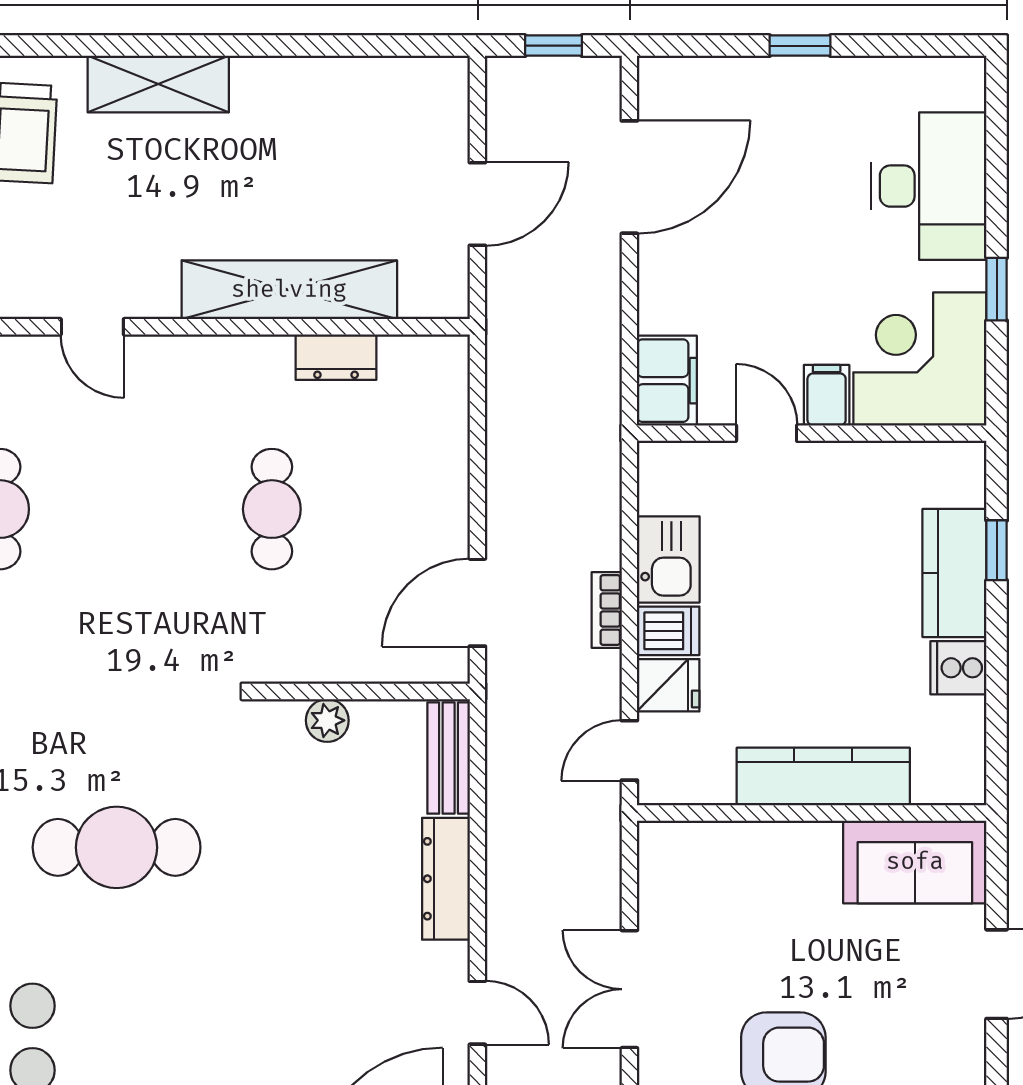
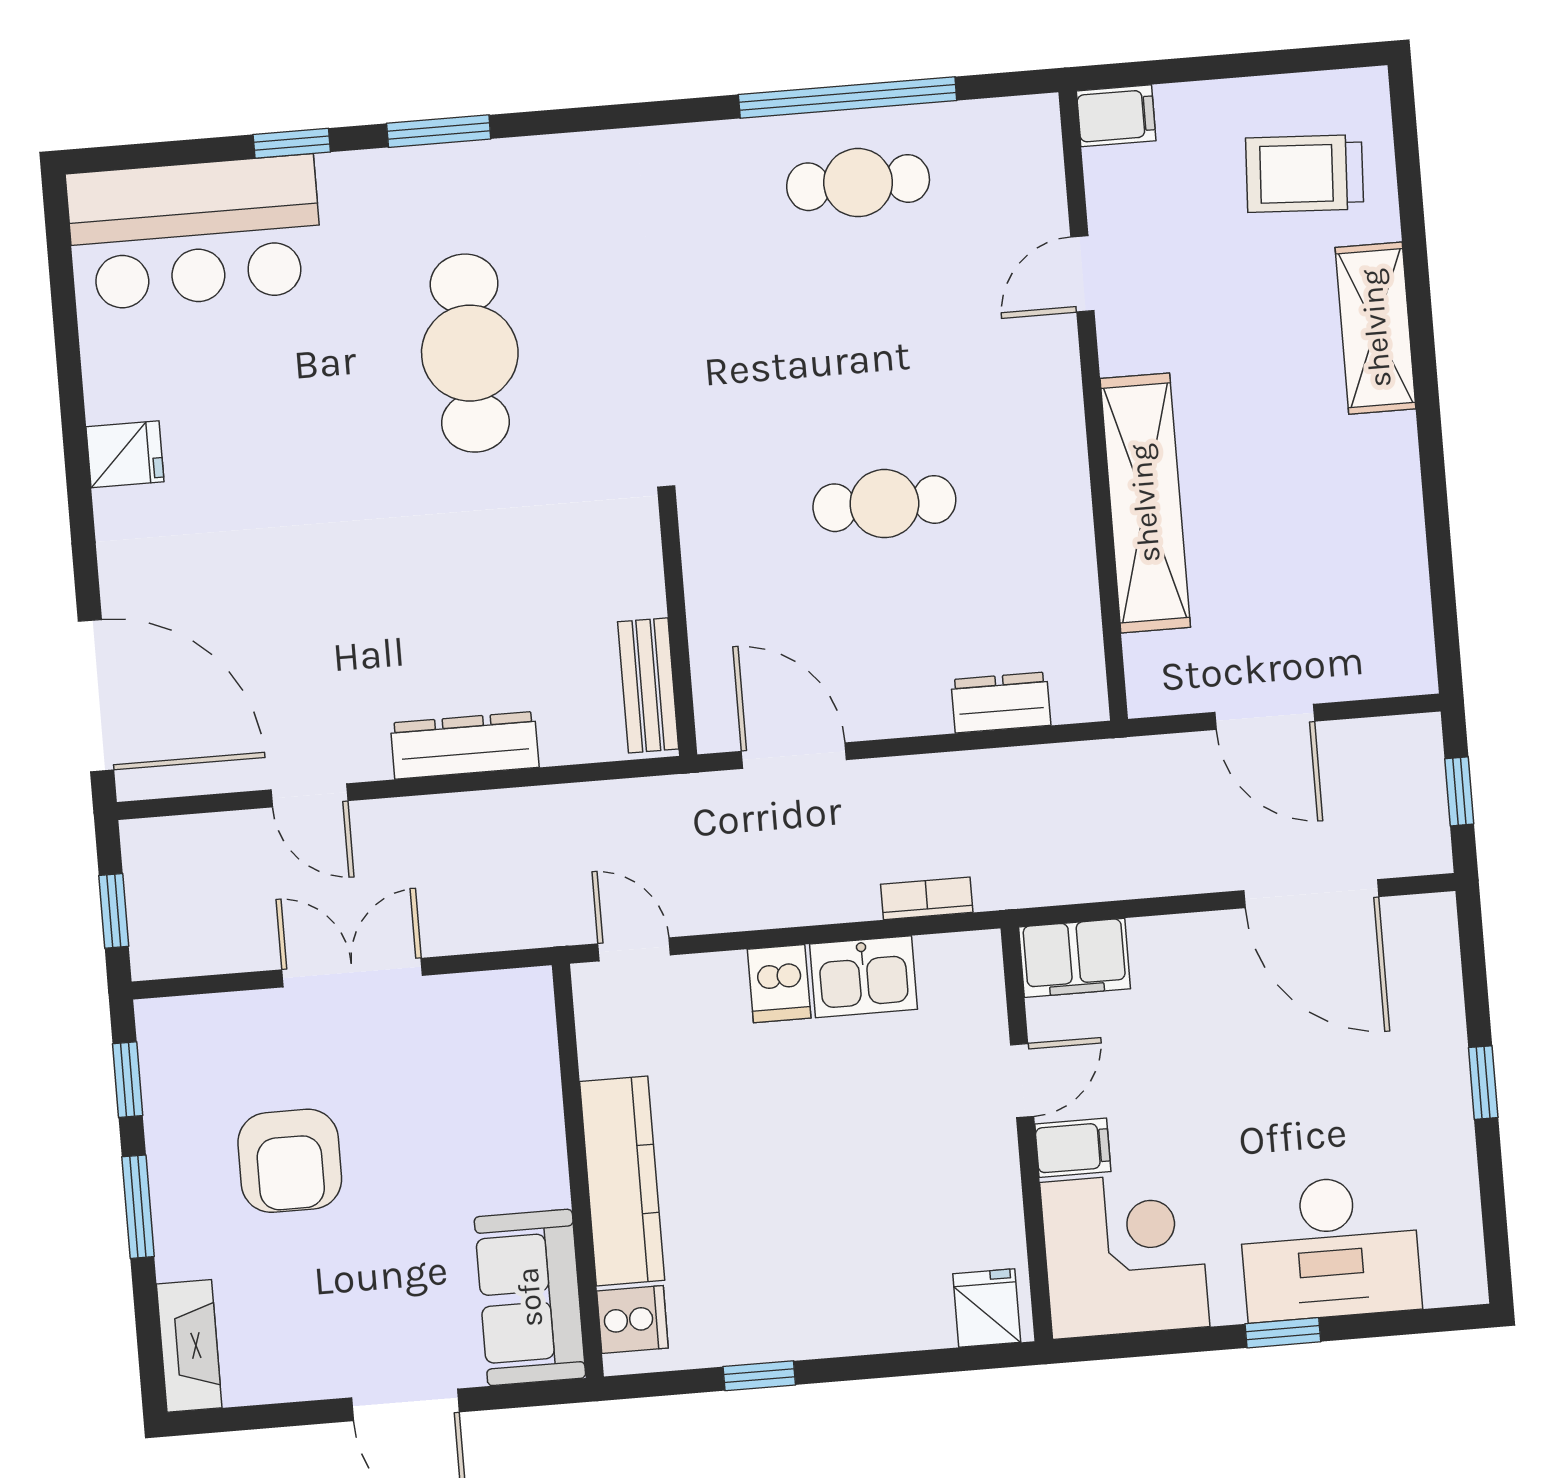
window: (997, 289) -> (1283, 1333), moved
dresser: (336, 357) -> (1001, 702), moved, turned 90
window: (997, 550) -> (759, 1376), moved
kitchen counter: (954, 573) -> (875, 1316), removed
bookcase: (607, 610) -> (927, 898), moved
cooker: (958, 668) -> (632, 1320), moved, turned 90
fridge: (668, 685) -> (987, 1308), moved, turned 180
plant: (327, 720) -> (640, 590), removed
bench: (449, 758) -> (648, 685), moved, turned 90
door: (477, 1013) -> (310, 795), hinge flipped

